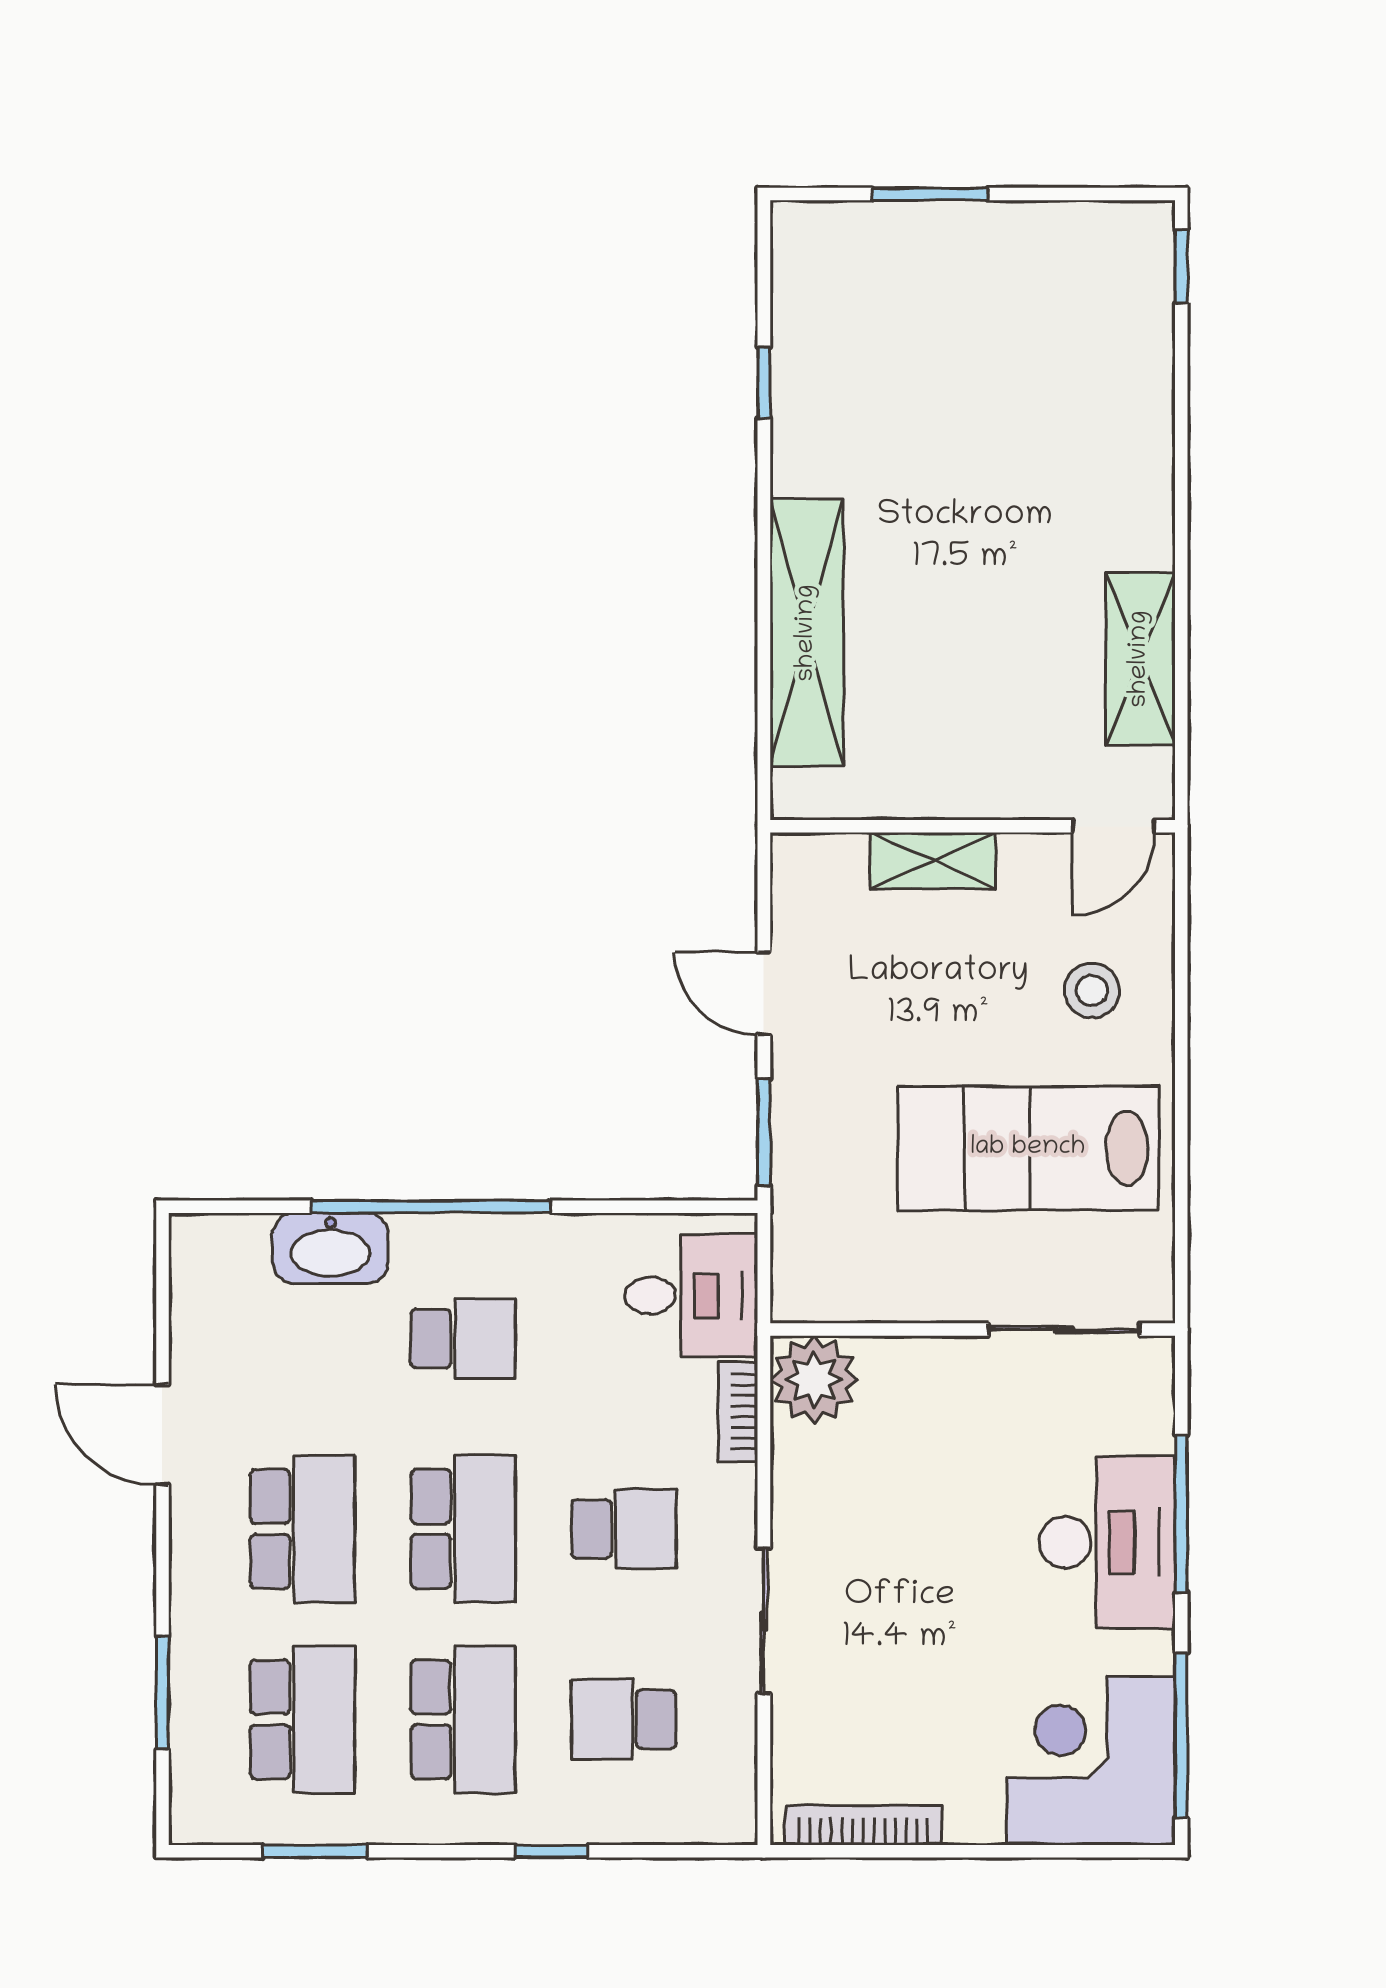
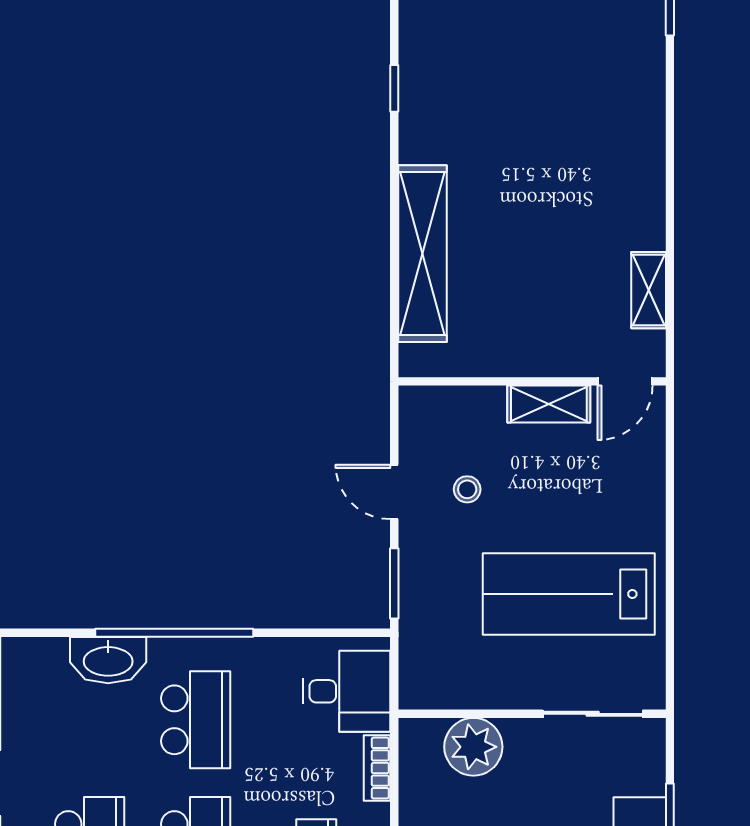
shelving: (1140, 659) -> (649, 290), width x0.67, depth x0.75
shelving: (933, 861) -> (549, 404), moved
stool: (1092, 990) -> (467, 489), moved, width x0.73, depth x0.73
school desk: (463, 1339) -> (196, 720), width x1.85
plant: (814, 1380) -> (473, 747), moved

